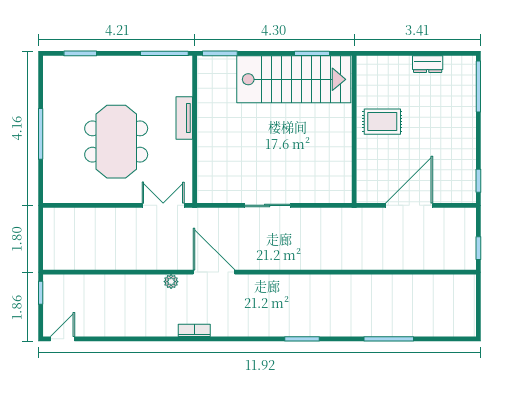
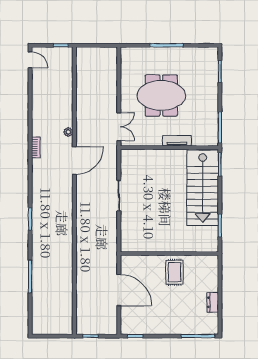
stairs: (294, 79) -> (203, 188), moved

